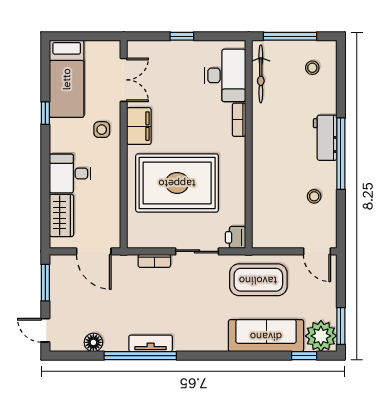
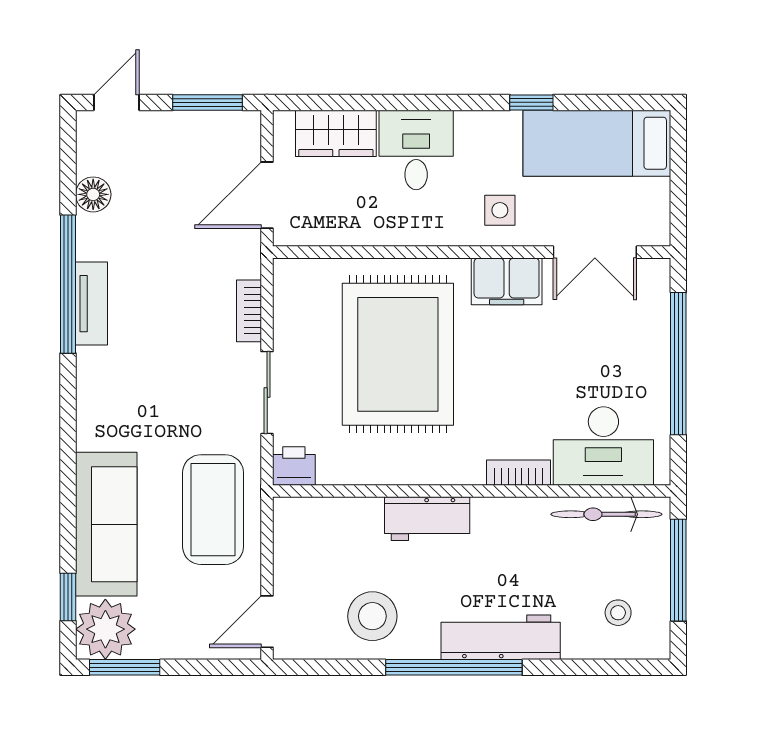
window: (182, 36) -> (678, 364), width x3.17
workbench: (325, 138) -> (501, 637), width x1.38
workbench: (263, 168) -> (427, 519), added
stool: (314, 196) -> (372, 616), width x1.89, depth x1.89

